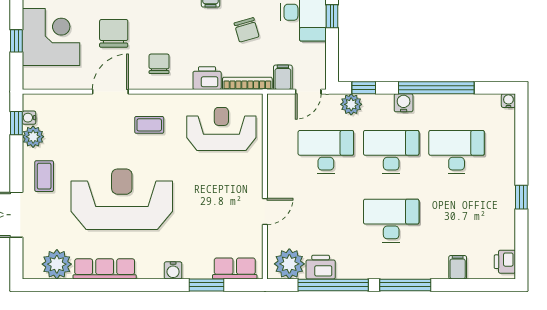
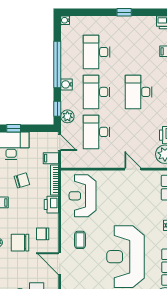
chair: (114, 33) -> (20, 243), moved

